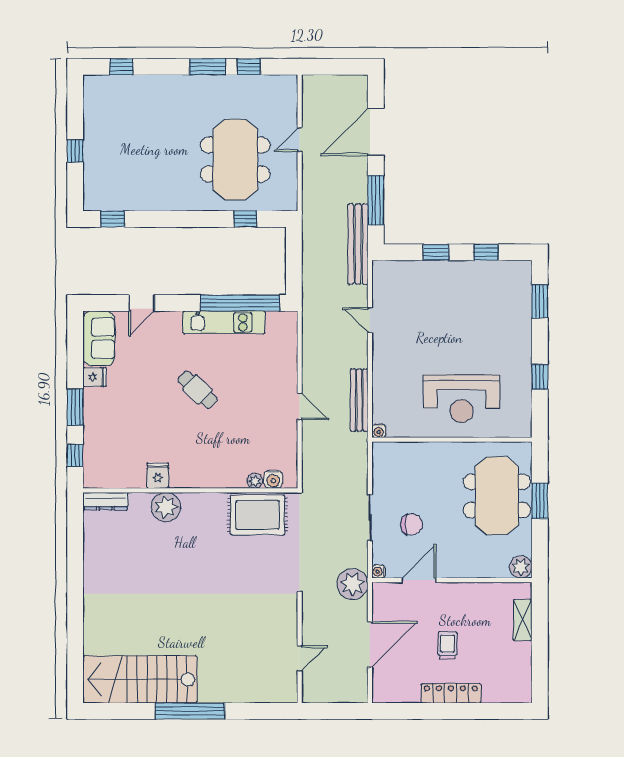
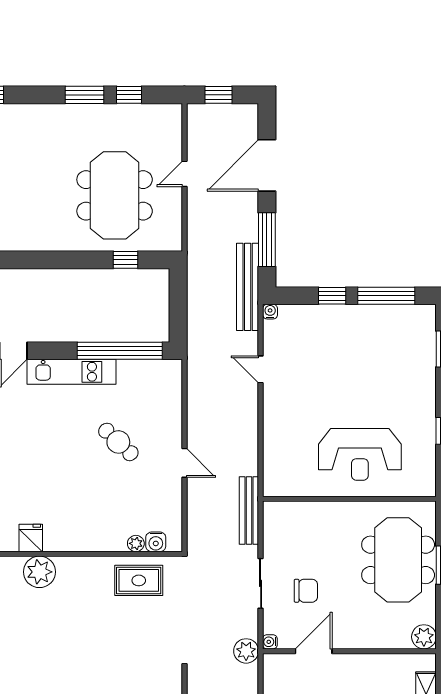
window: (331, 67) -> (218, 95), added
window: (486, 252) -> (386, 296), width x2.17
kitchen unit: (224, 322) -> (72, 372), moved
cafe table: (197, 390) -> (118, 442), moved
bench: (359, 400) -> (249, 510), moved
water cooler: (379, 431) -> (270, 312), moved, turned 180
rug: (258, 515) -> (139, 580), width x0.73, depth x0.70
plant: (352, 584) -> (246, 651), width x0.73, depth x0.73

